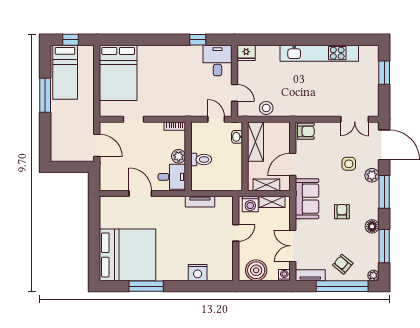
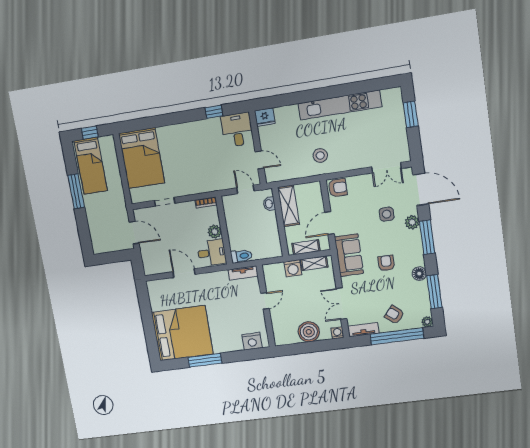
stool: (266, 108) -> (320, 155), moved
toilet: (201, 160) -> (241, 256), moved
door: (236, 233) -> (265, 301), moved
wall: (236, 238) -> (266, 306), moved

